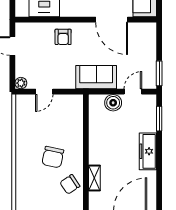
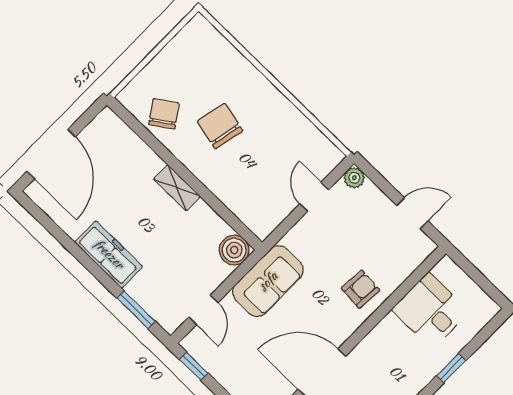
armchair: (63, 37) -> (360, 289), turned 94
window: (159, 73) -> (194, 366), width x0.67
boiler: (113, 103) -> (234, 250), moved
shelving: (94, 178) -> (177, 188), moved

